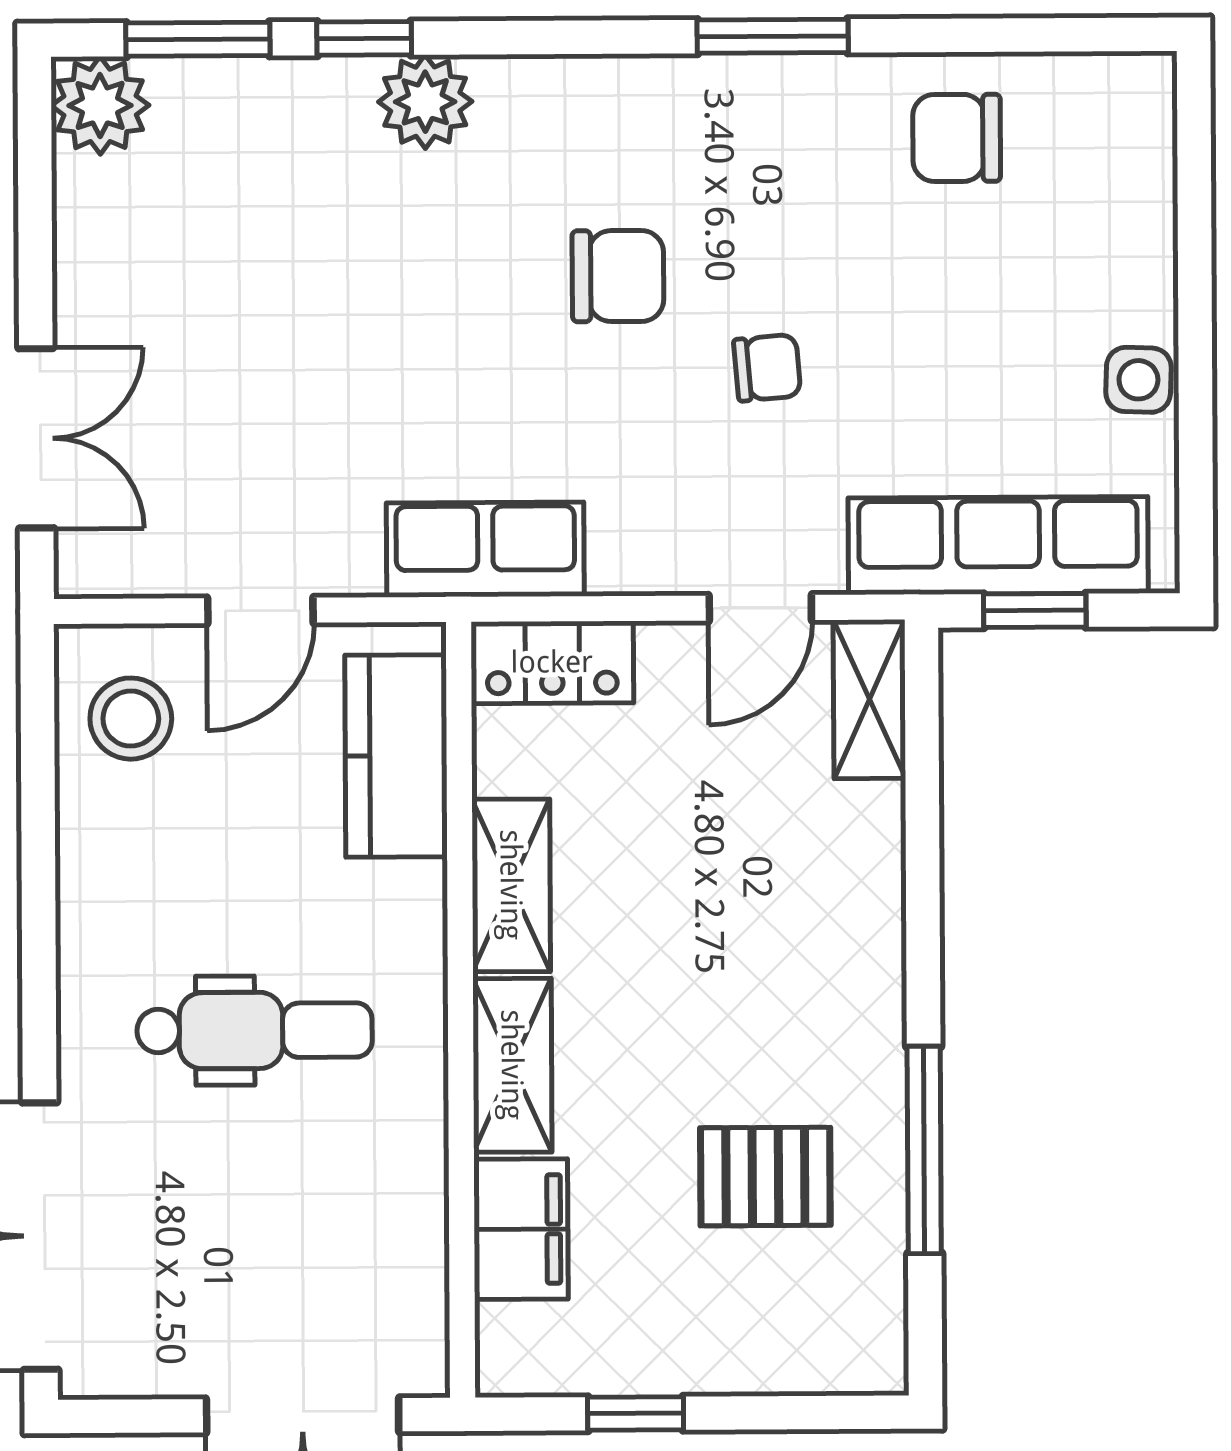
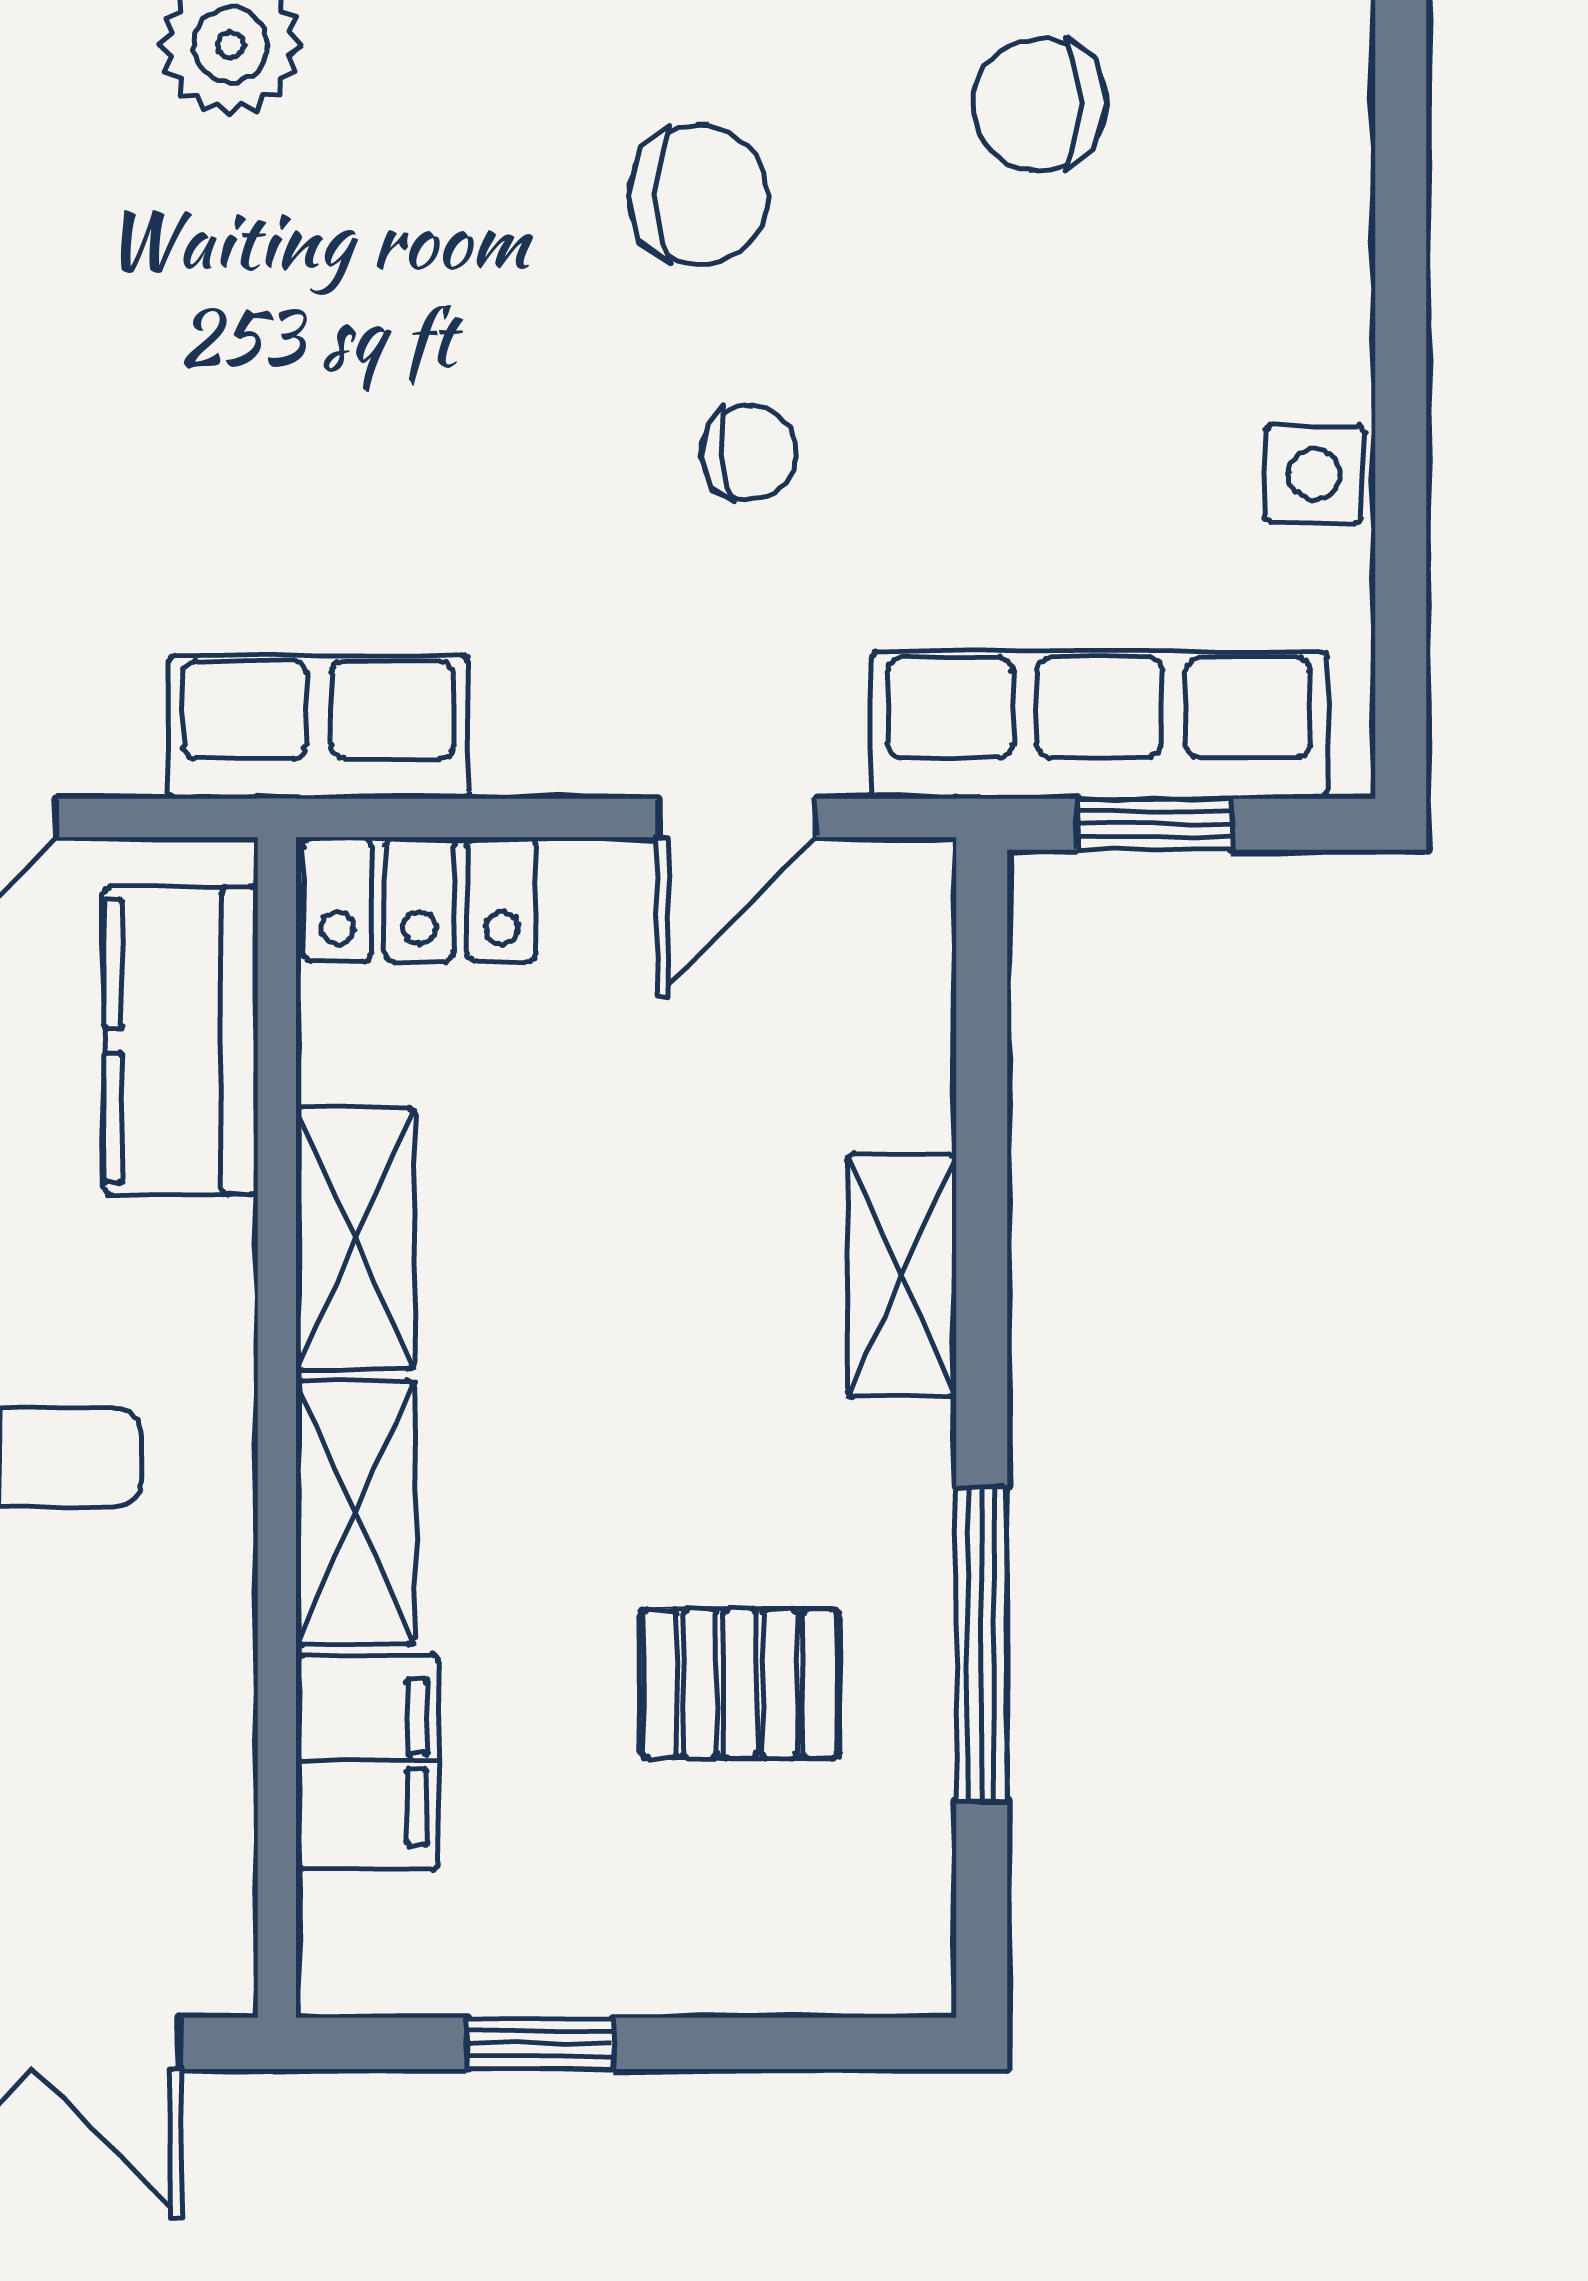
chair: (618, 276) -> (698, 195), moved
shelving: (869, 699) -> (902, 1275), moved

